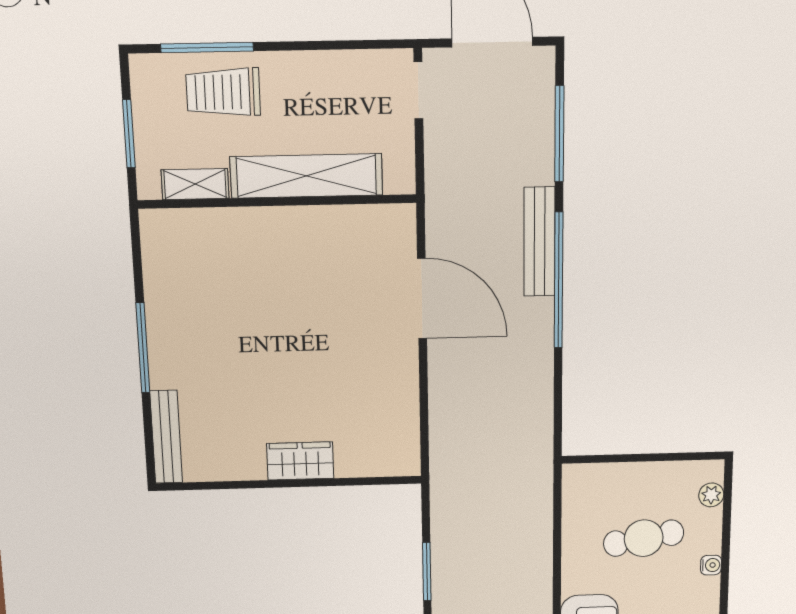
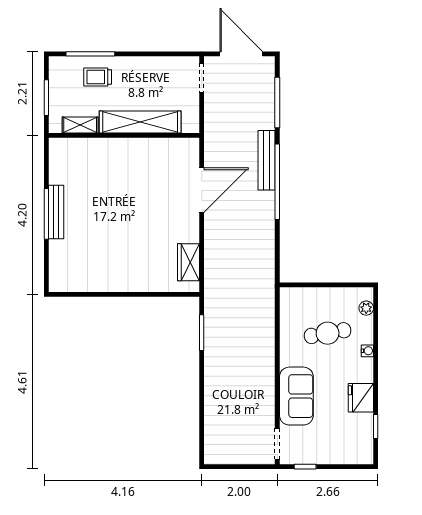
trolley: (223, 92) -> (98, 77), width x0.73, depth x0.72
door: (422, 299) -> (202, 190), hinge flipped
bench: (166, 437) -> (56, 212), moved
wardrobe: (300, 461) -> (189, 262), moved, turned -90
window: (427, 571) -> (202, 333), moved

